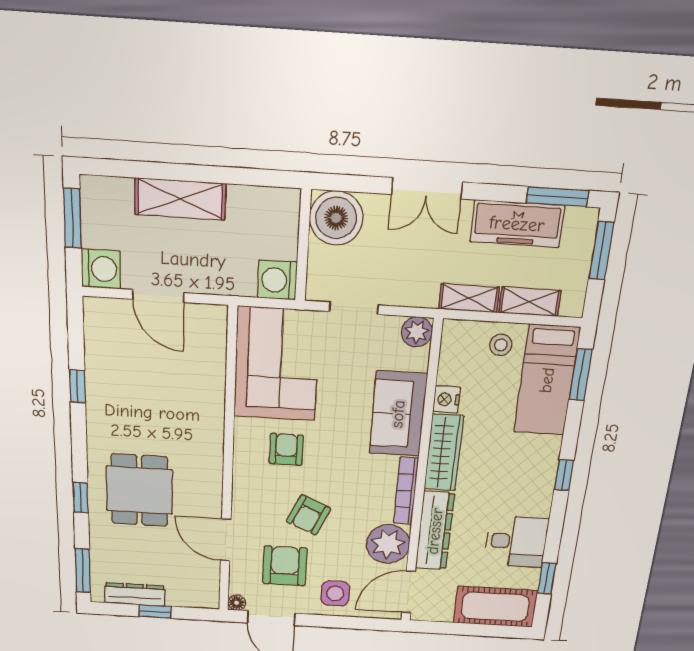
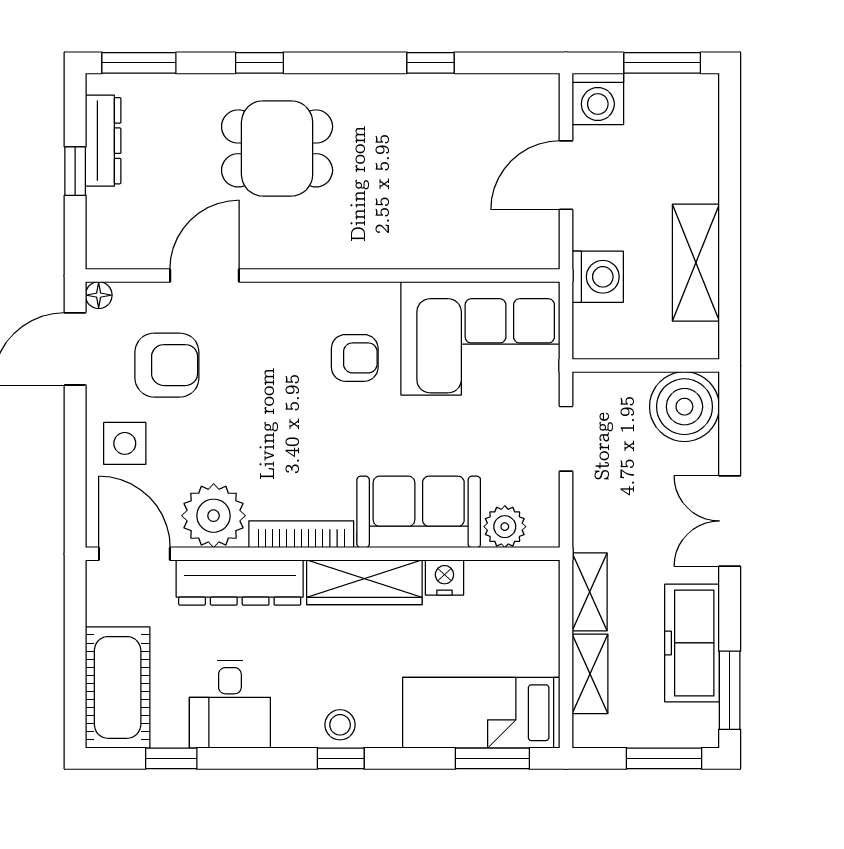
shelving: (180, 199) -> (696, 263), moved
washing machine: (277, 280) -> (598, 277), moved, turned 90
plant: (417, 332) -> (505, 527), moved
stool: (501, 345) -> (340, 725), moved
armchair: (308, 515) -> (253, 395), removed

